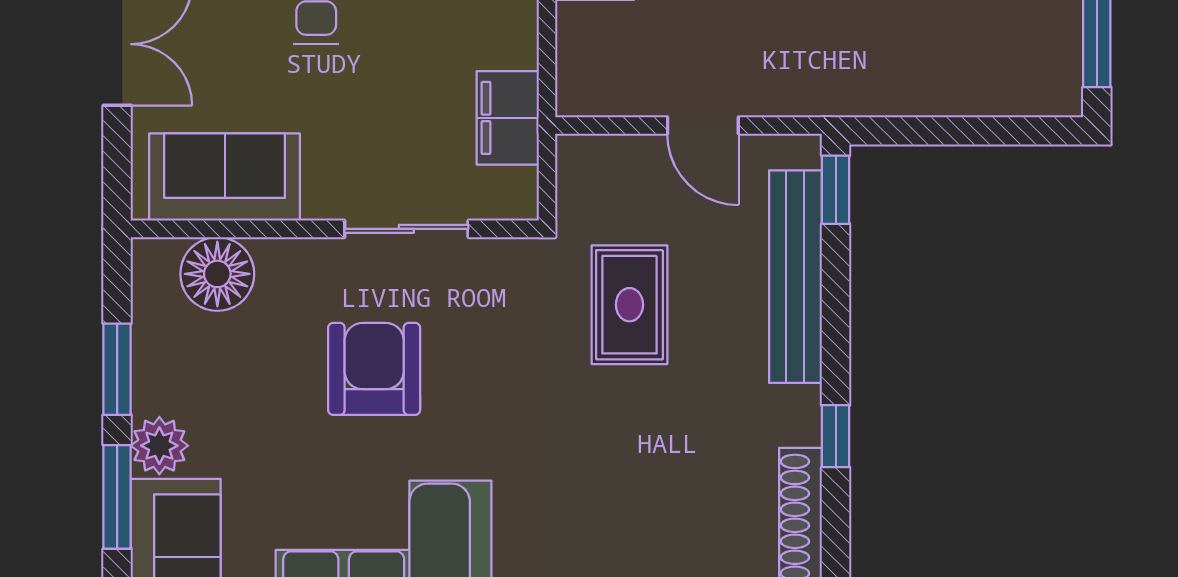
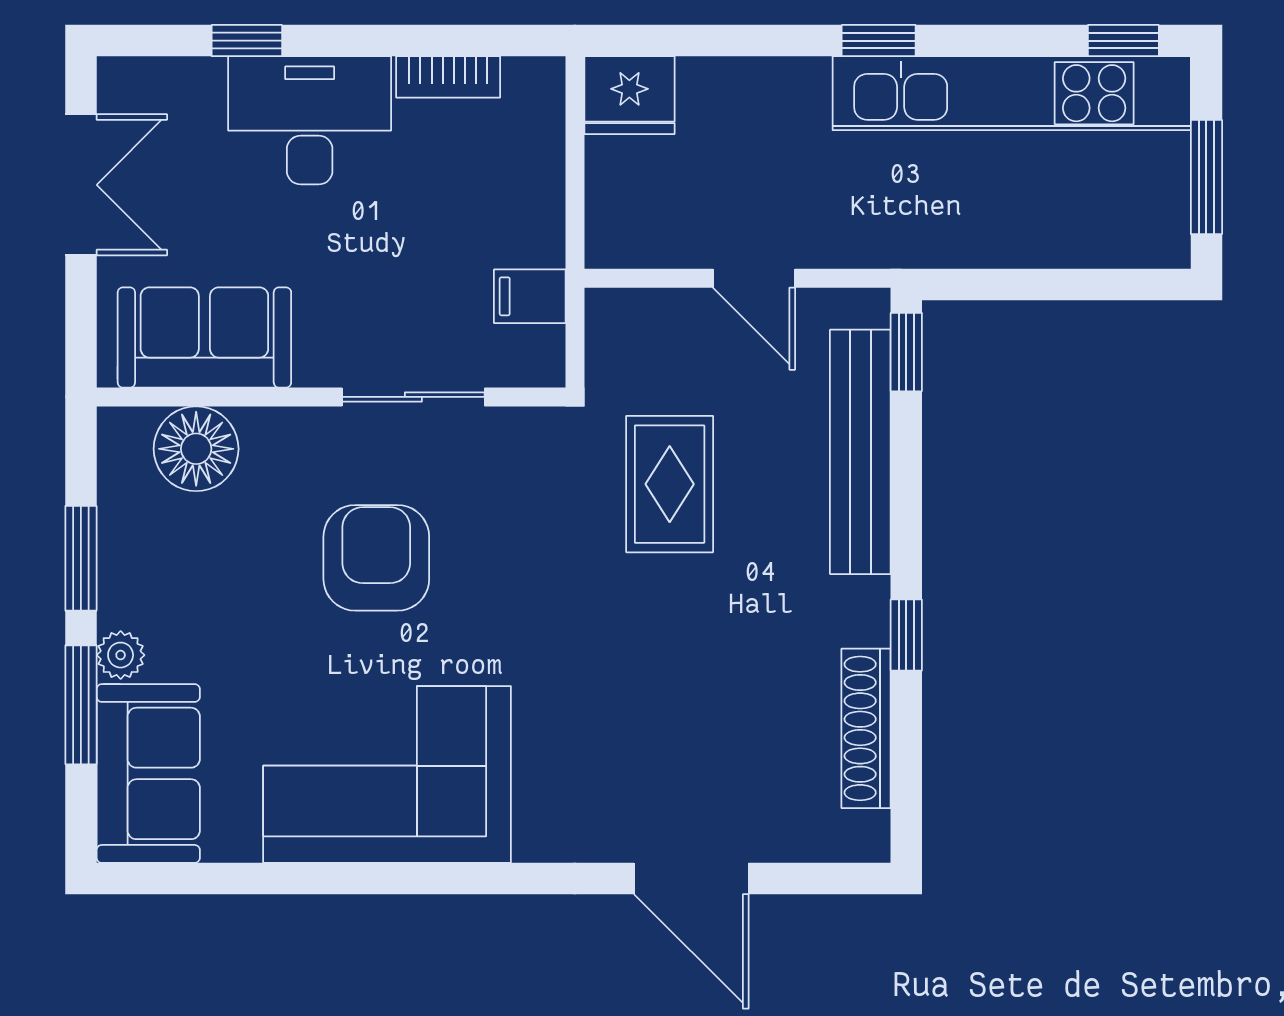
filing cabinet: (508, 118) -> (530, 296), width x0.50
plant: (159, 446) -> (121, 655), width x0.73, depth x0.73

